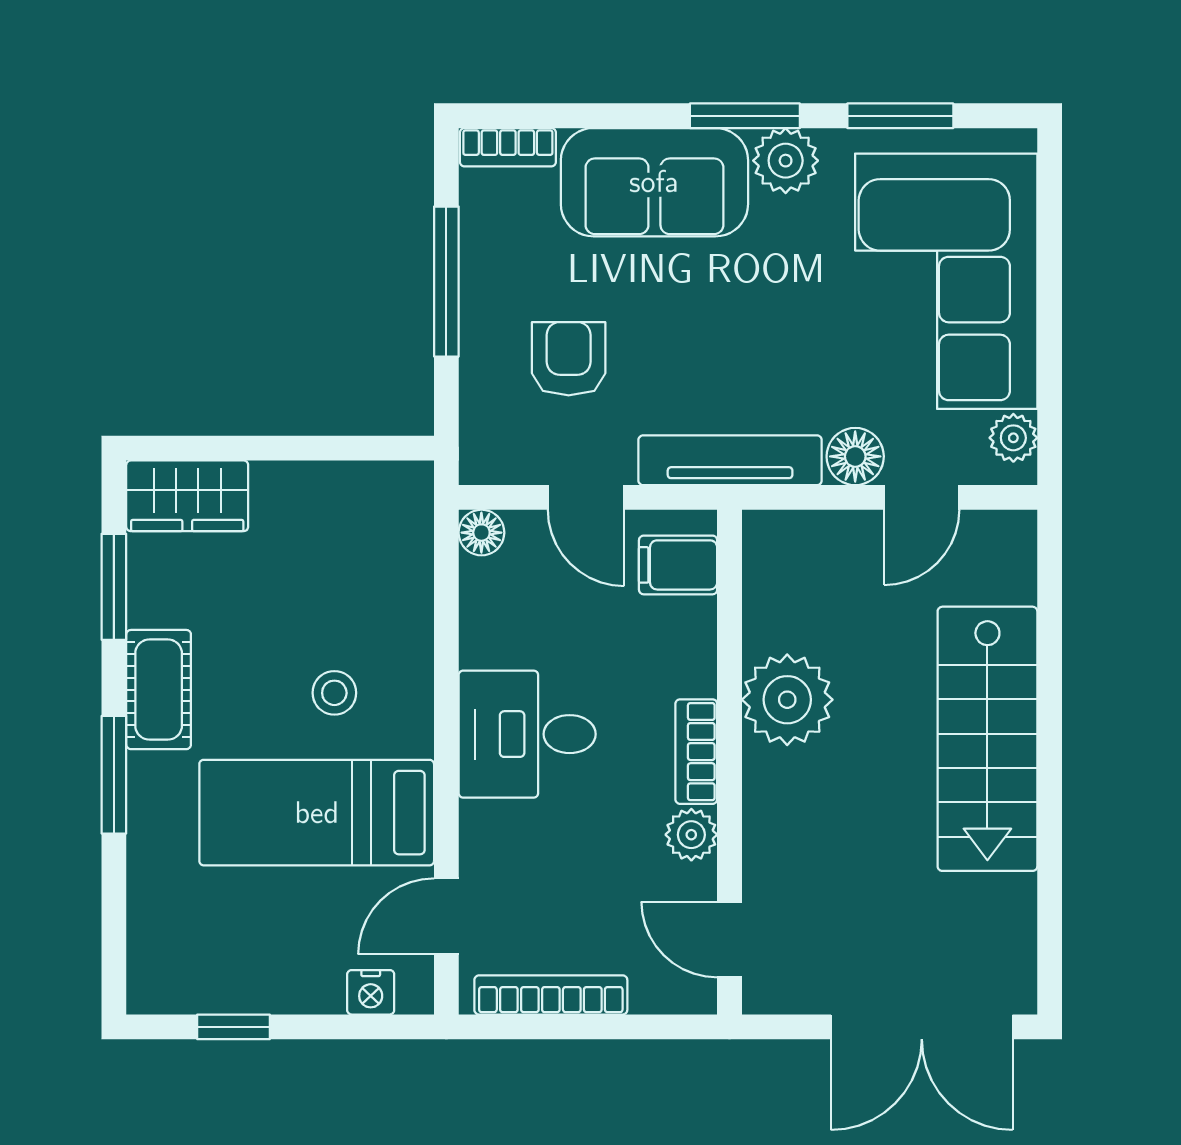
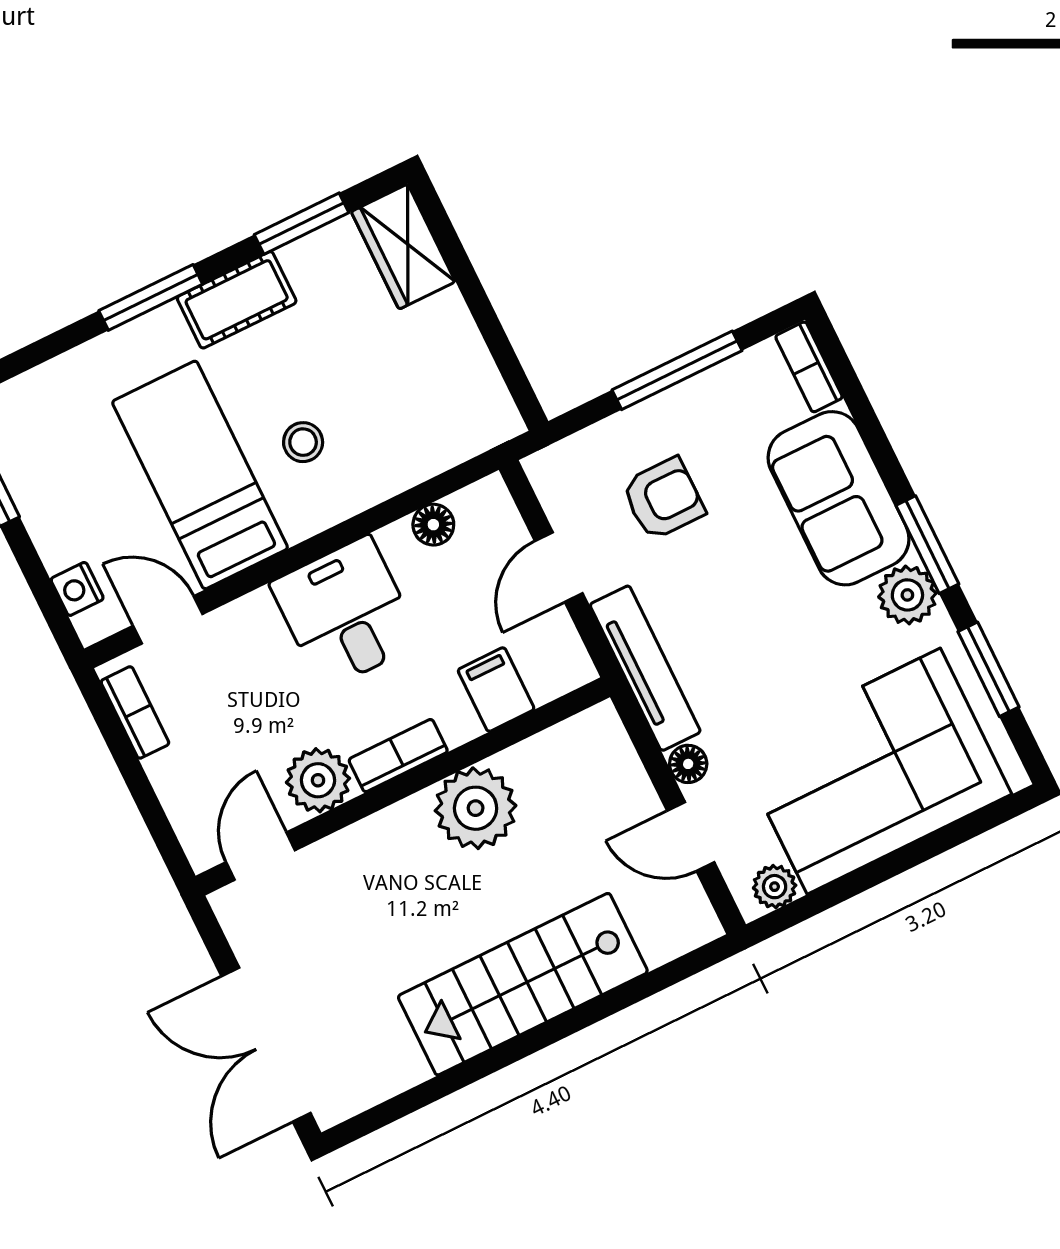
floor lamp: (855, 456) -> (688, 764), width x0.73, depth x0.73
floor lamp: (481, 533) -> (433, 525), moved
filing cabinet: (678, 565) -> (496, 690), moved
plant: (691, 835) -> (318, 780), width x1.38, depth x1.38
bookcase: (551, 995) -> (135, 712), width x0.64

